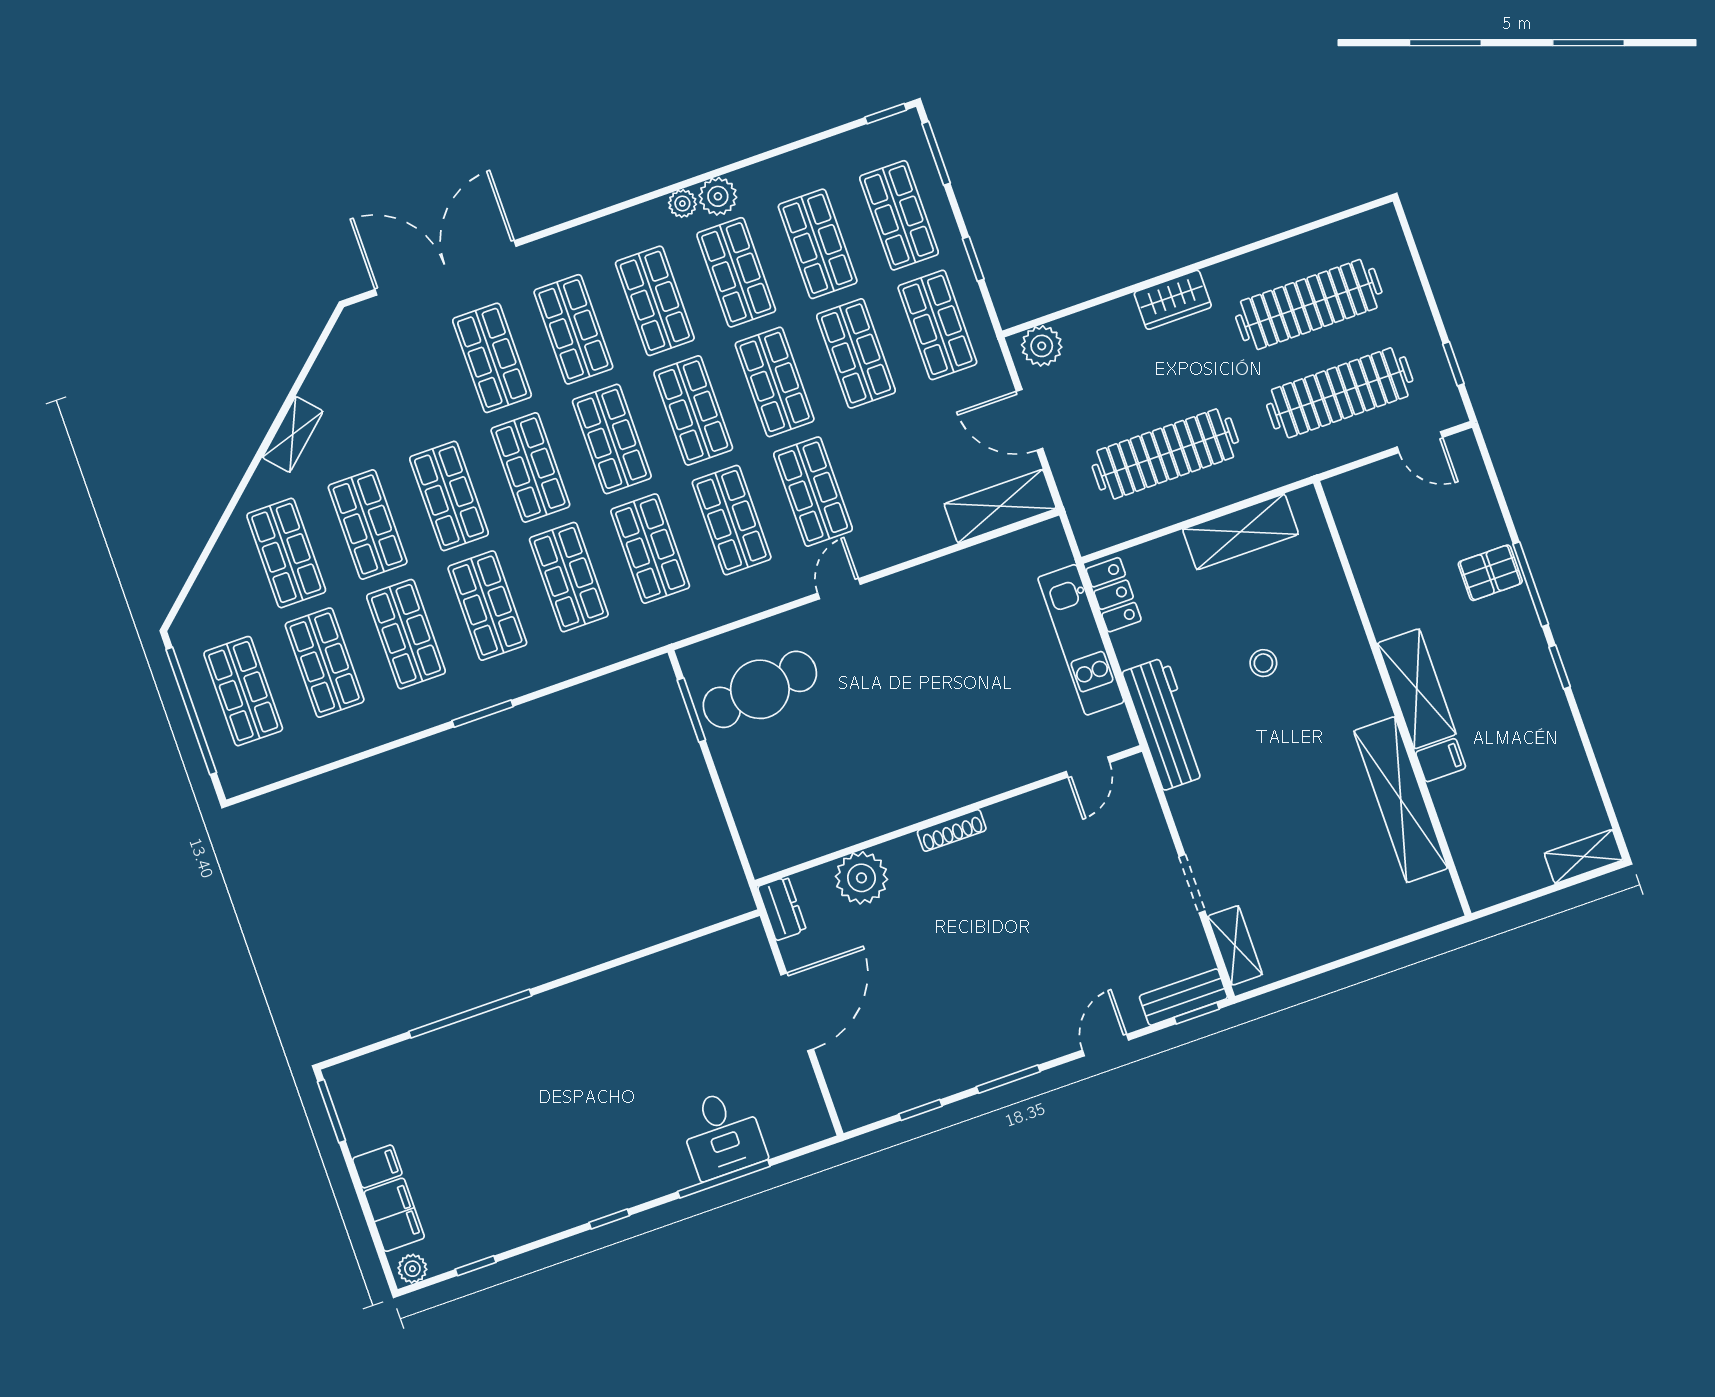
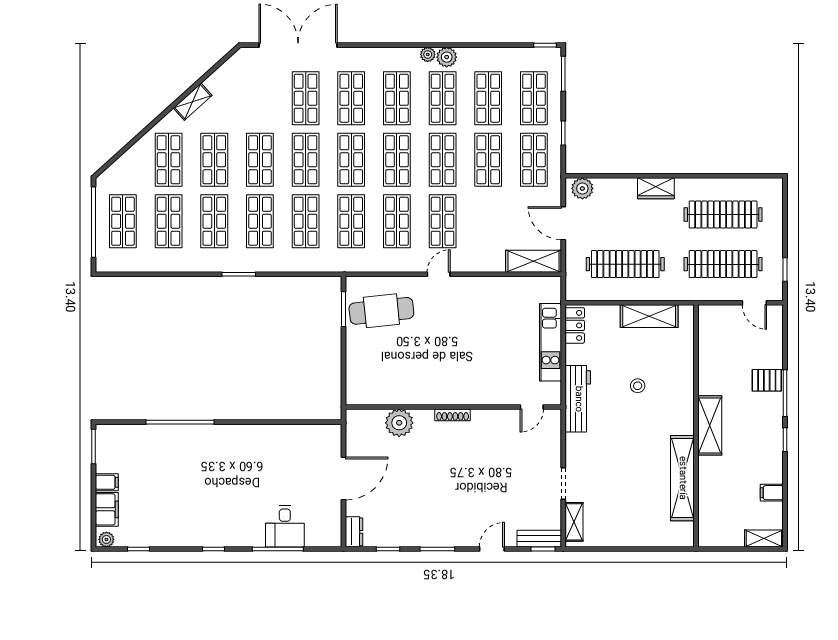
filing cabinet: (1441, 760) -> (772, 493), moved, turned 180
dresser: (782, 909) -> (354, 532), moved

